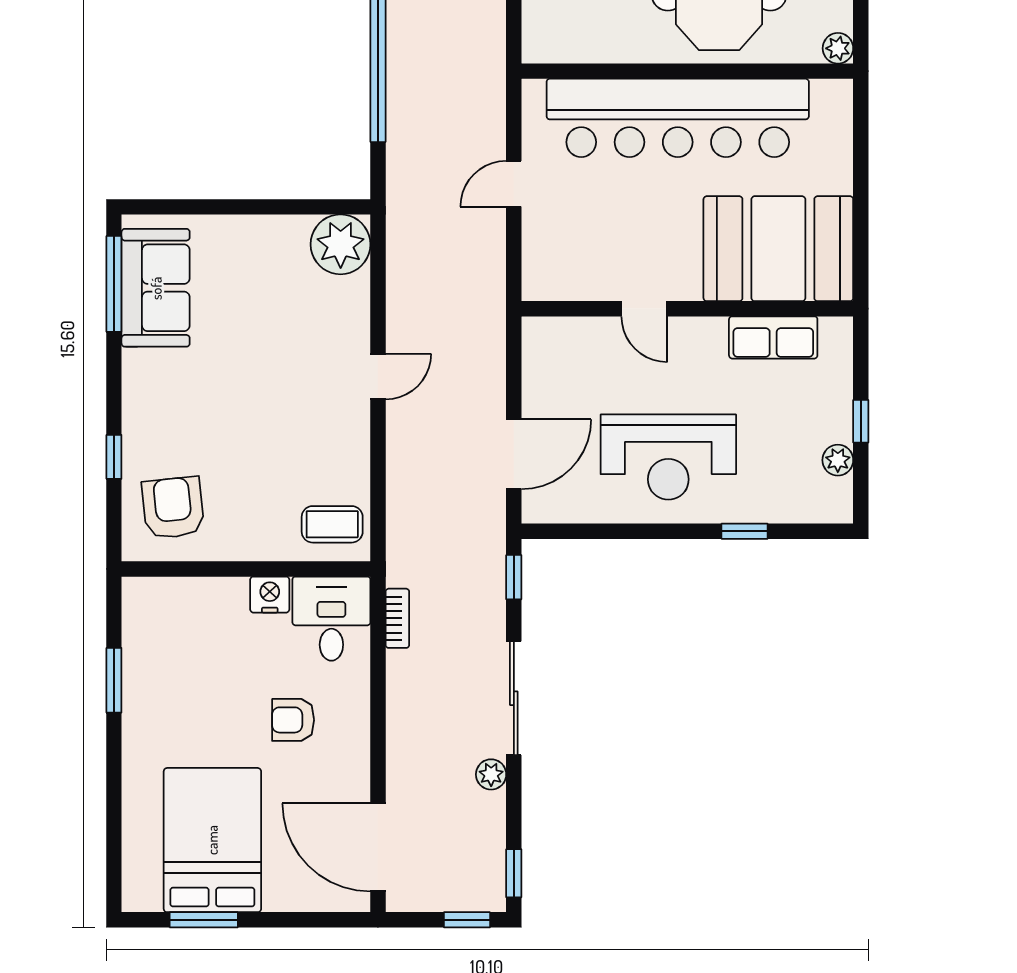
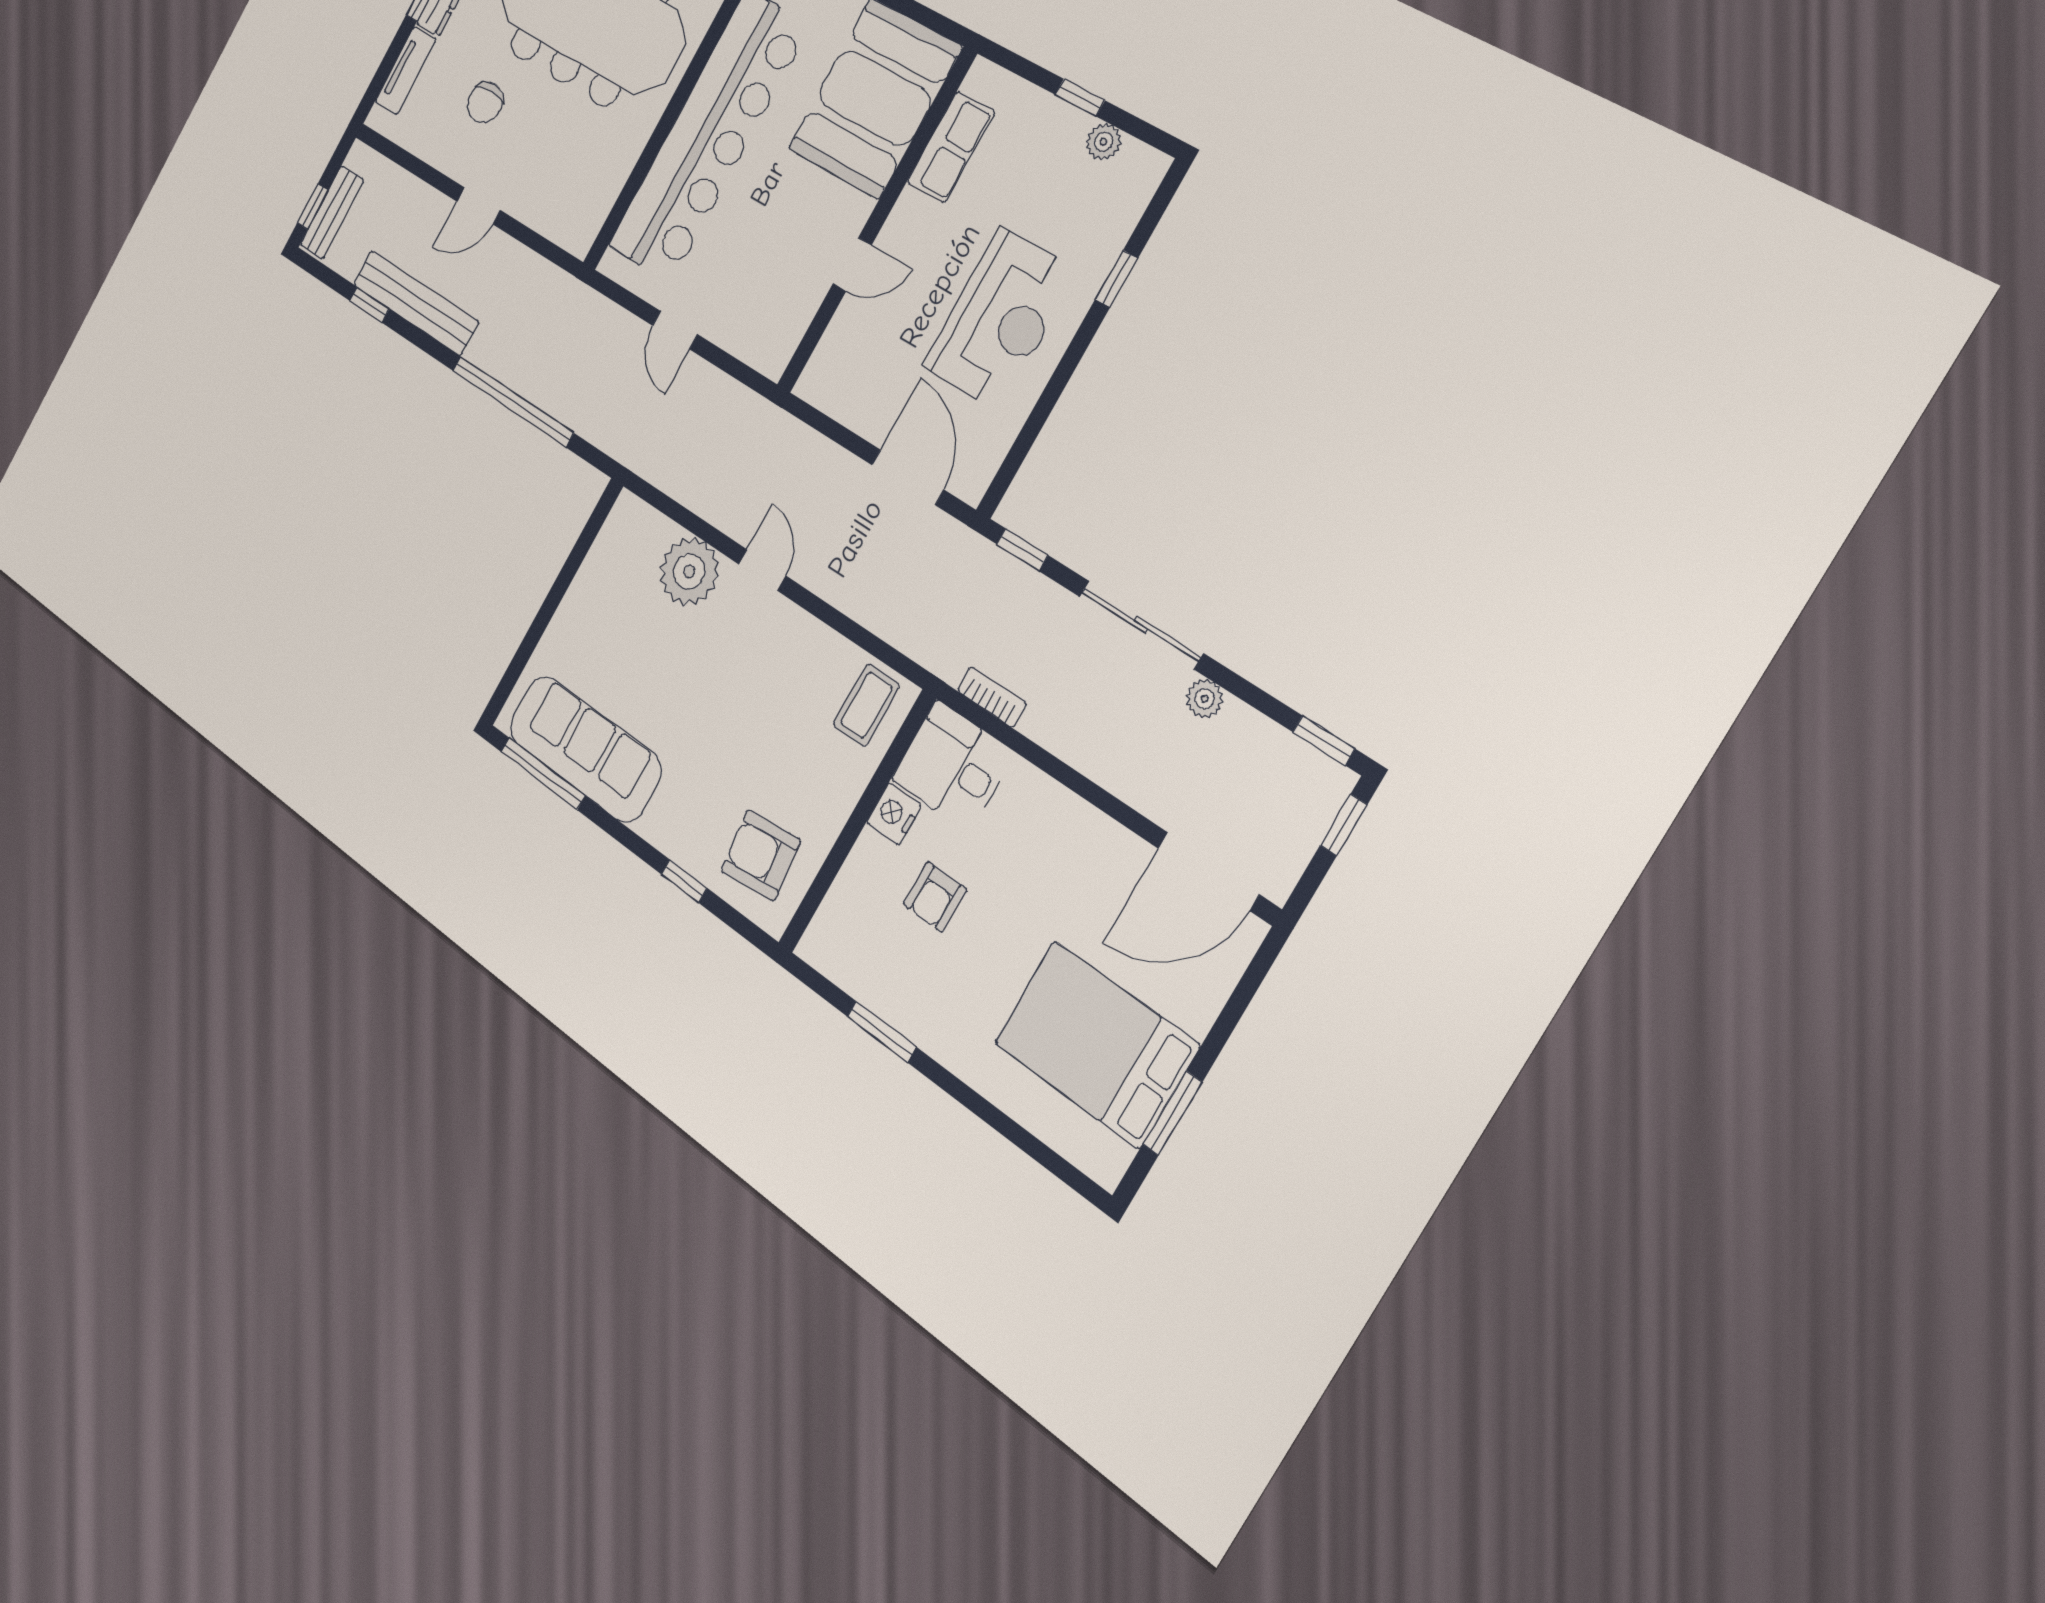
plant: (341, 244) -> (689, 571), moved
sofa: (156, 288) -> (585, 749), width x1.36
armchair: (293, 720) -> (935, 897), moved

